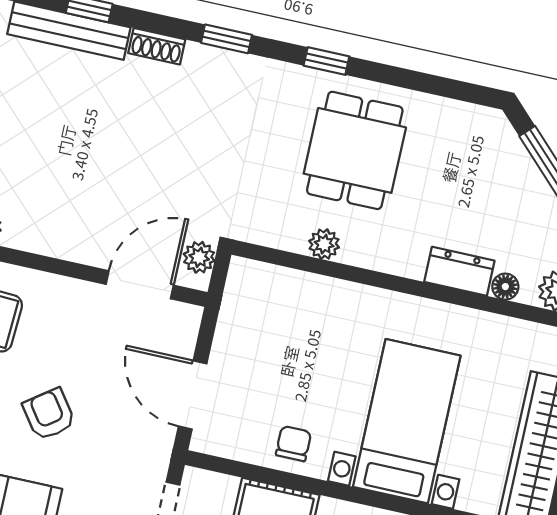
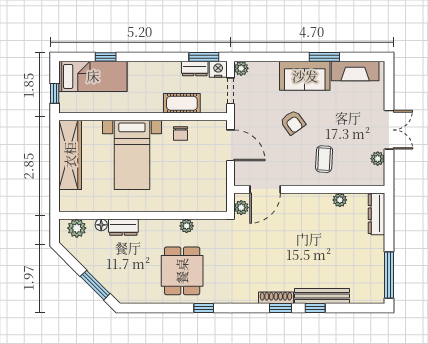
window: (227, 39) -> (280, 308), moved
shoe rack: (157, 46) -> (276, 298), width x1.43

